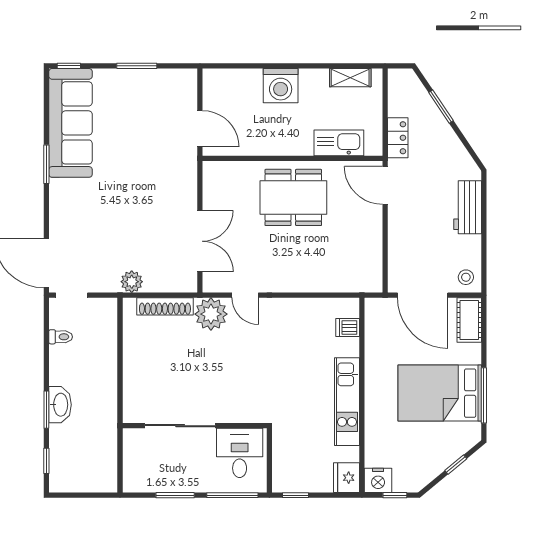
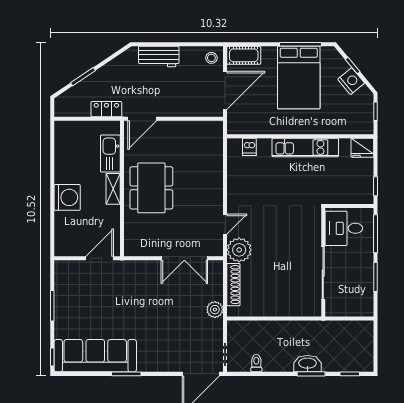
shelving: (350, 78) -> (113, 189), moved
double door: (200, 241) -> (184, 258), swing flipped
nightstand: (378, 480) -> (351, 81), moved, turned -40

